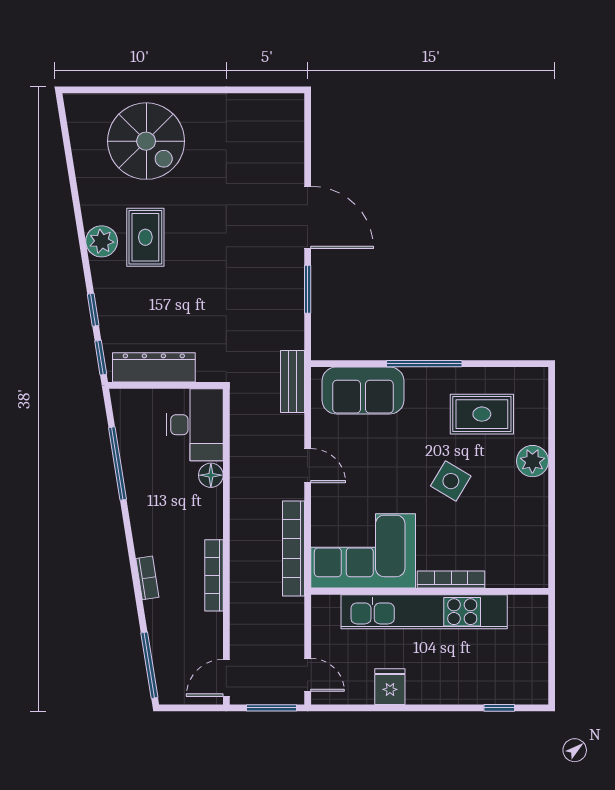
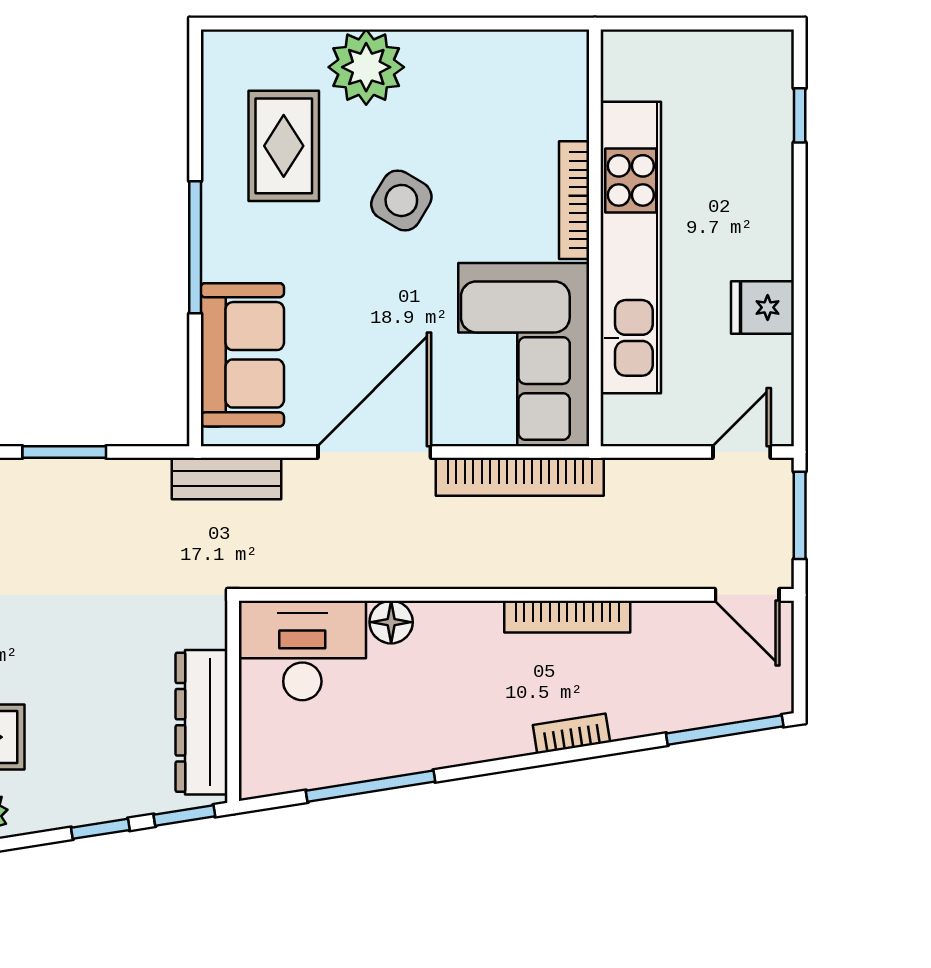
plant: (532, 461) -> (366, 67), width x1.36, depth x1.36
door: (308, 466) -> (374, 452), width x1.87

